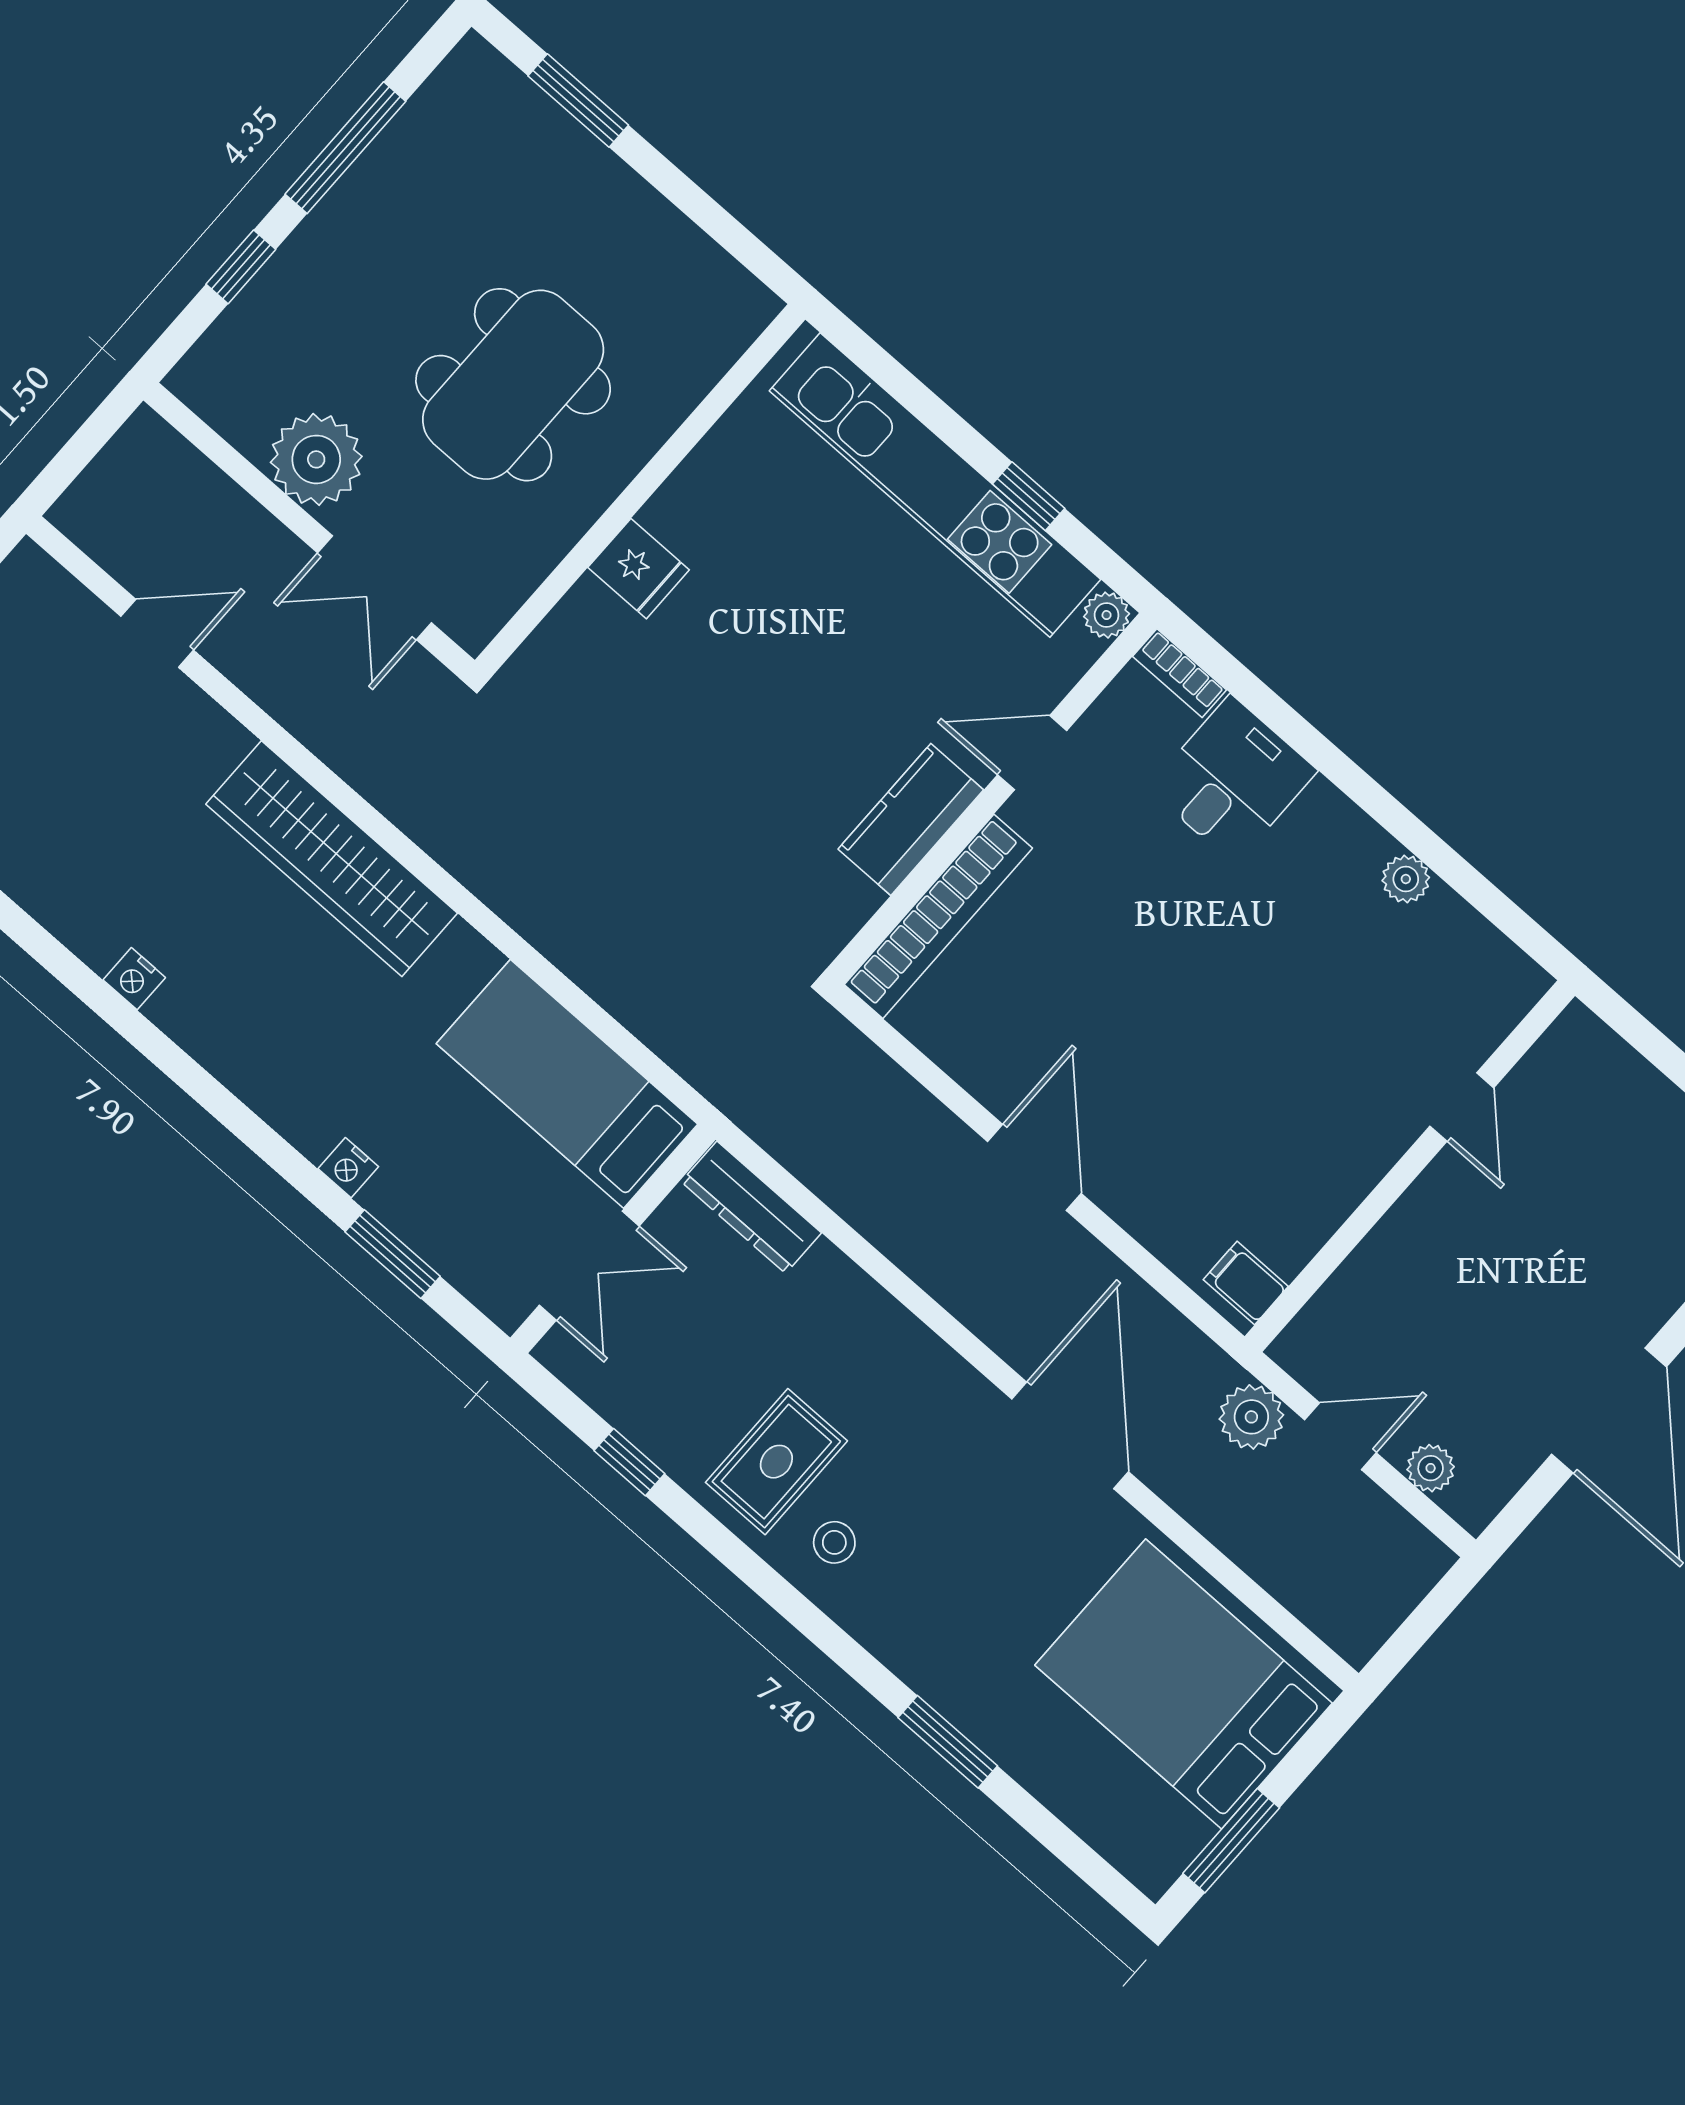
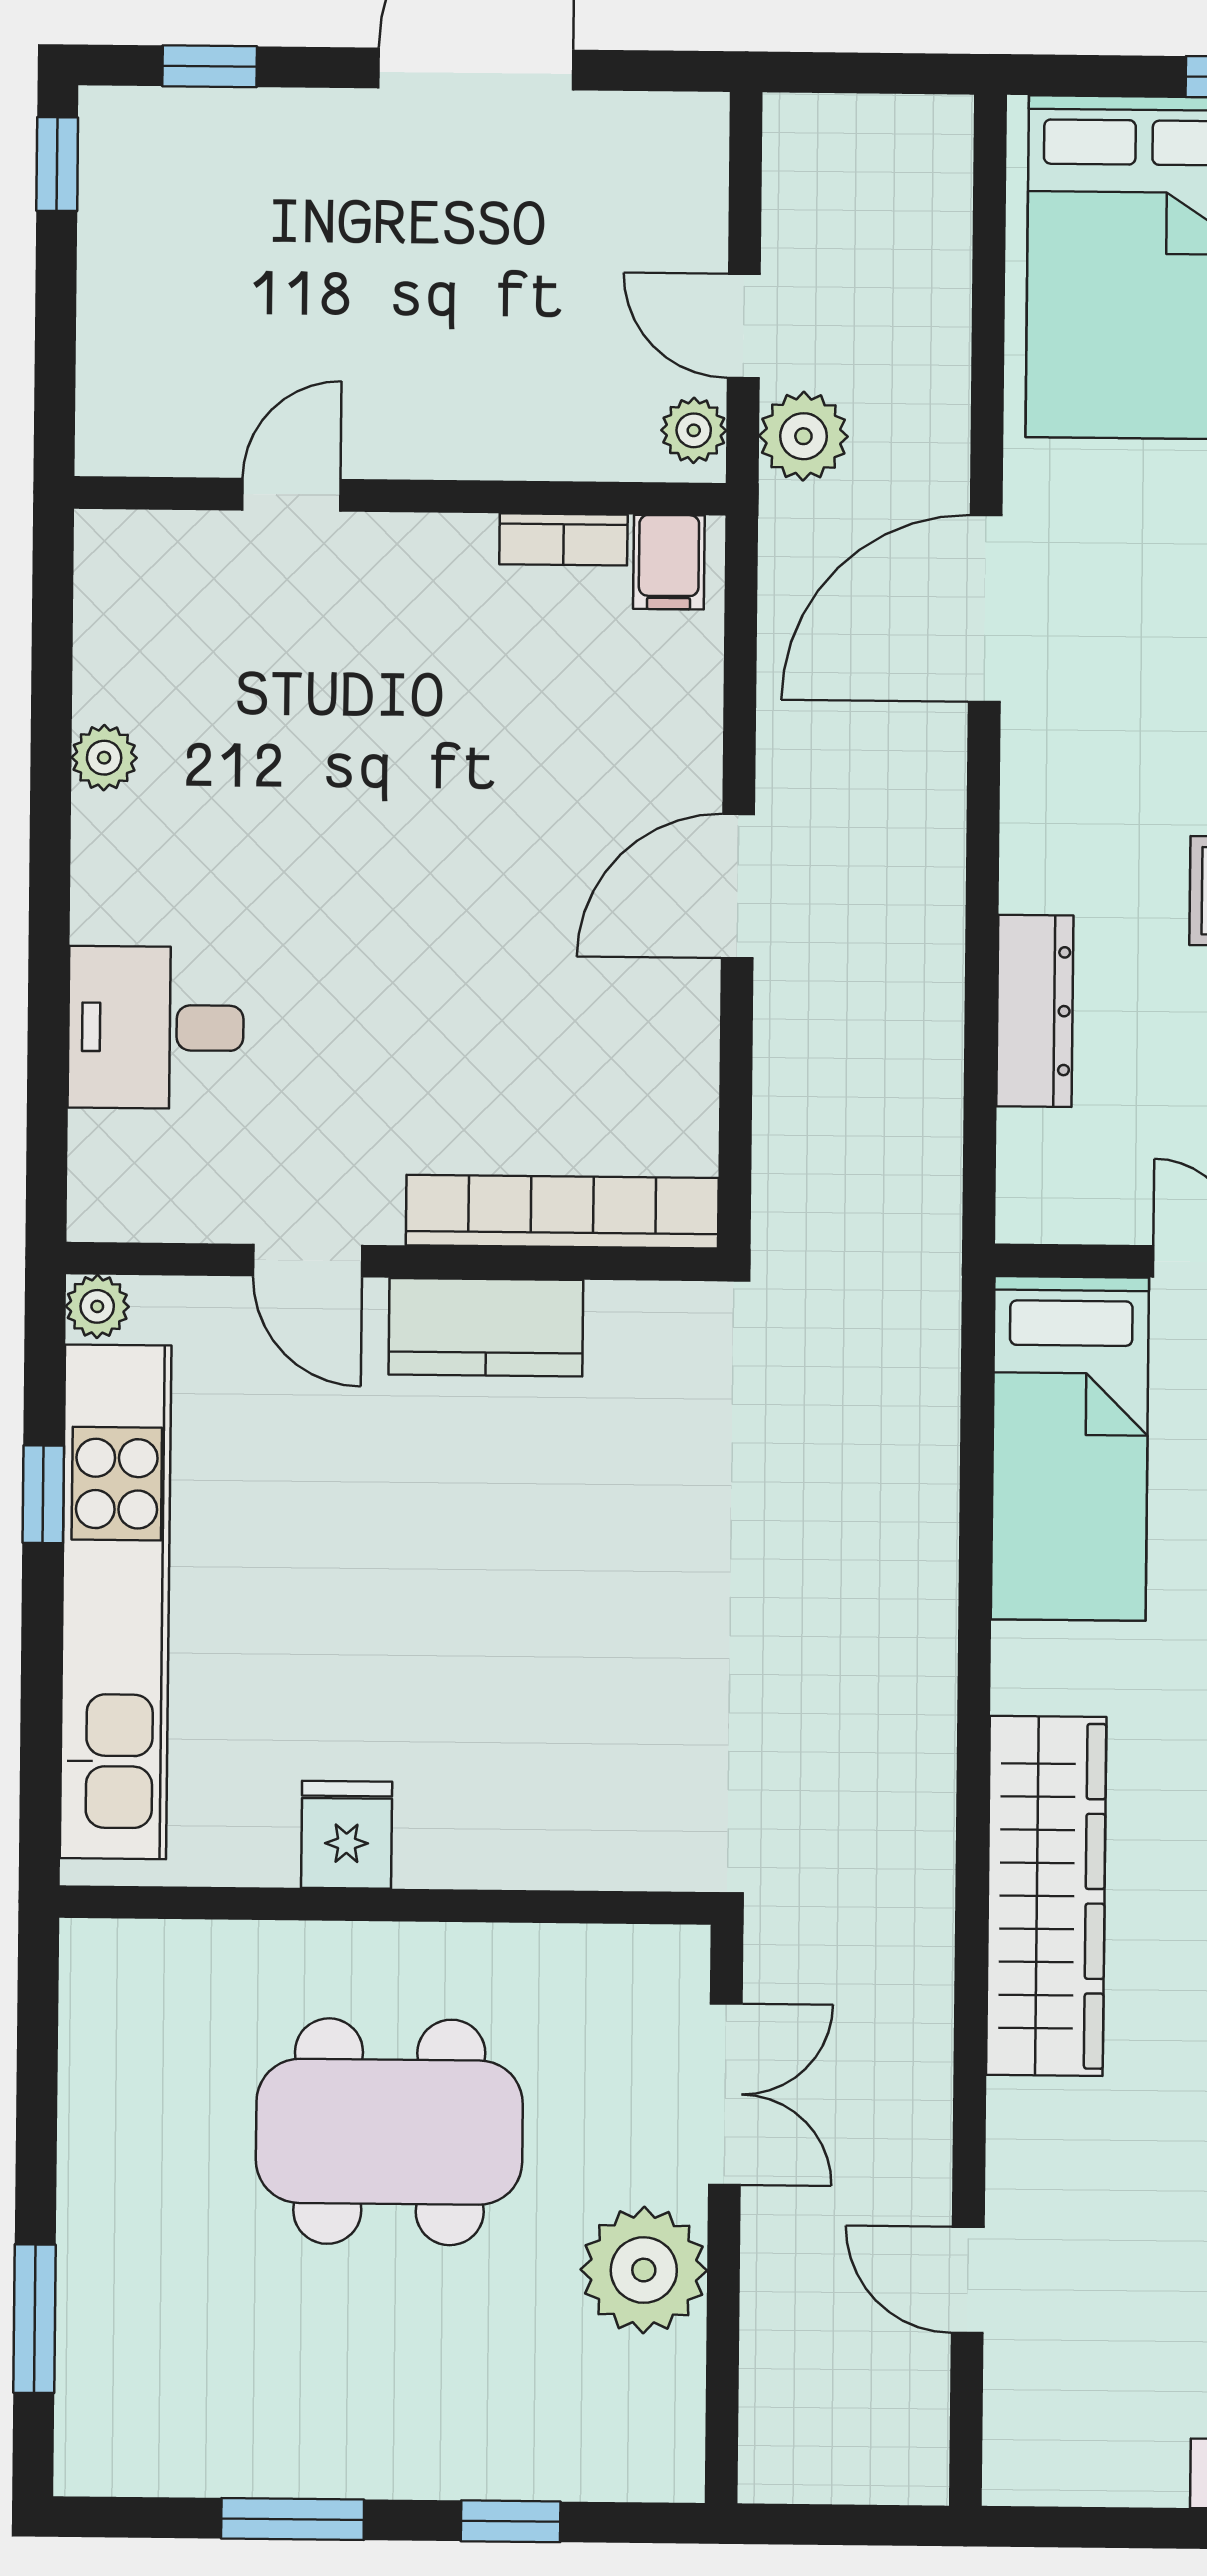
window: (345, 148) -> (293, 2519), width x0.69
fridge: (639, 569) -> (347, 1835), moved
bookcase: (1179, 673) -> (563, 539), moved, turned 90
dresser: (751, 1207) -> (1035, 1011), moved
plant: (1431, 1468) -> (694, 430), moved

